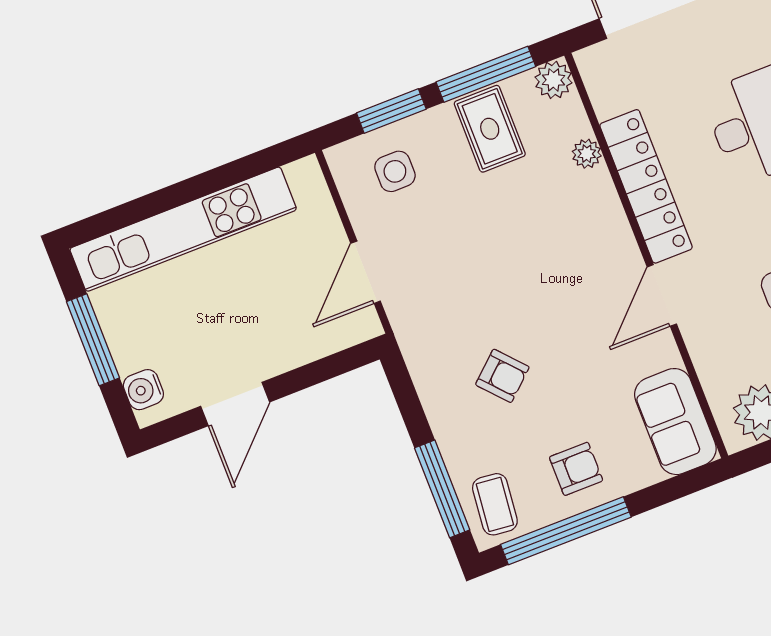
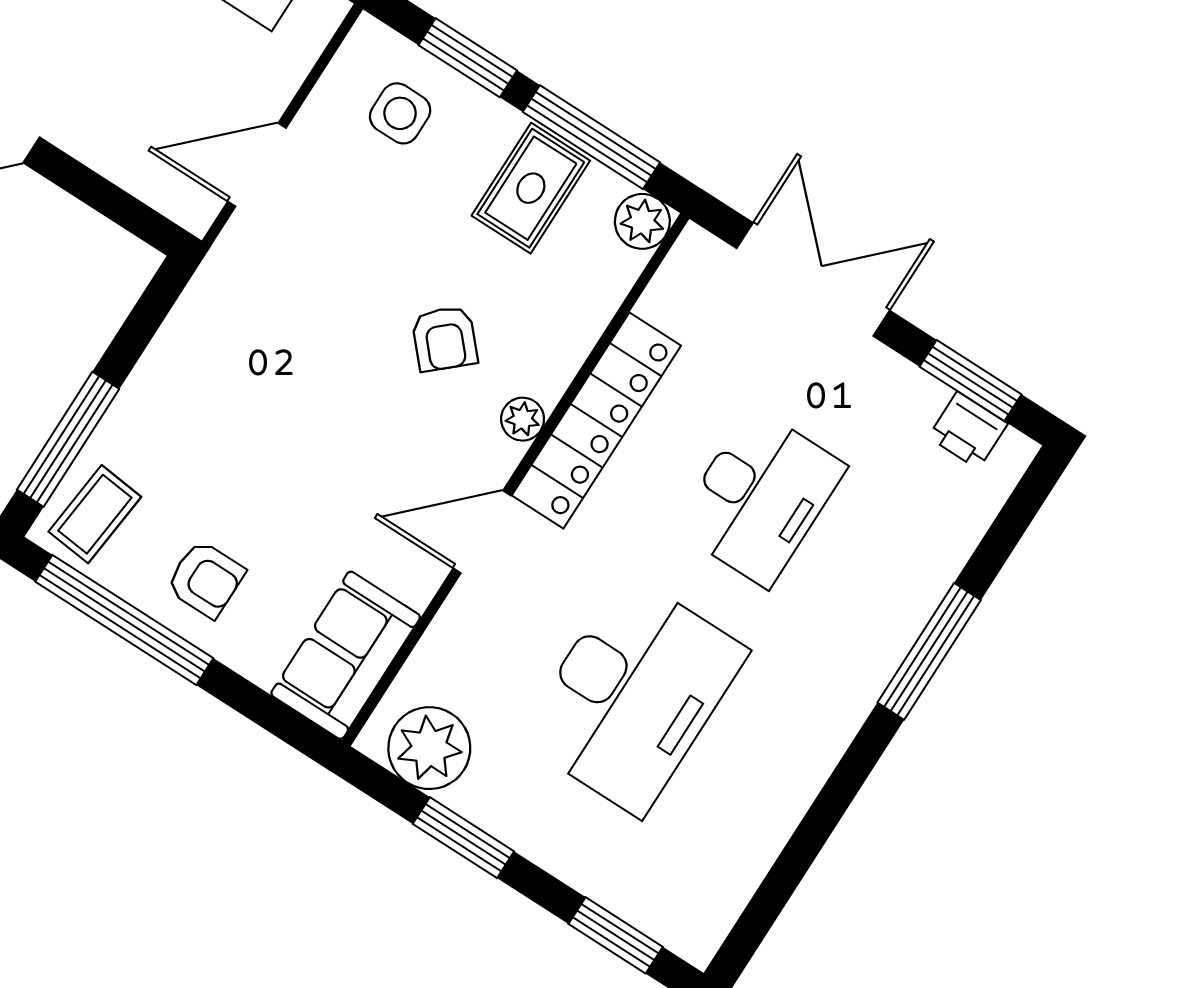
plant: (587, 154) -> (523, 419), moved
armchair: (502, 376) -> (445, 339), moved

